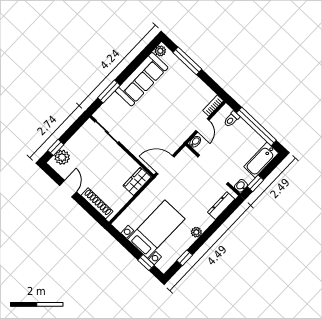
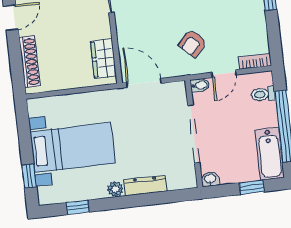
armchair: (173, 123) -> (193, 43), added
bathtub: (261, 160) -> (270, 154), moved, turned -90
wardrobe: (137, 181) -> (103, 58), moved, turned -90
window: (255, 183) -> (252, 187), moved
dresser: (221, 206) -> (145, 185), moved

